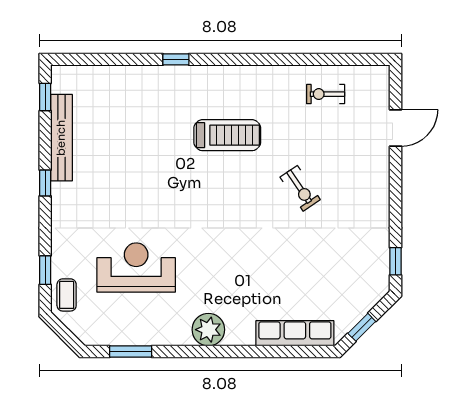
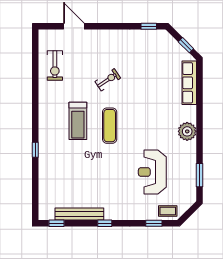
exercise bike: (326, 94) -> (55, 66), width x1.38, depth x1.39
treadmill: (227, 135) -> (78, 121), turned 180
exercise mat: (219, 192) -> (110, 126), added

